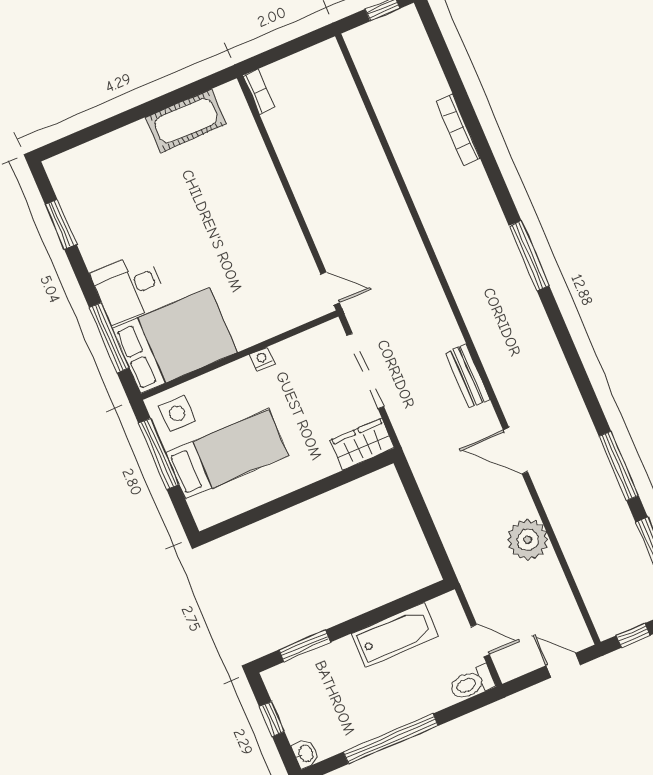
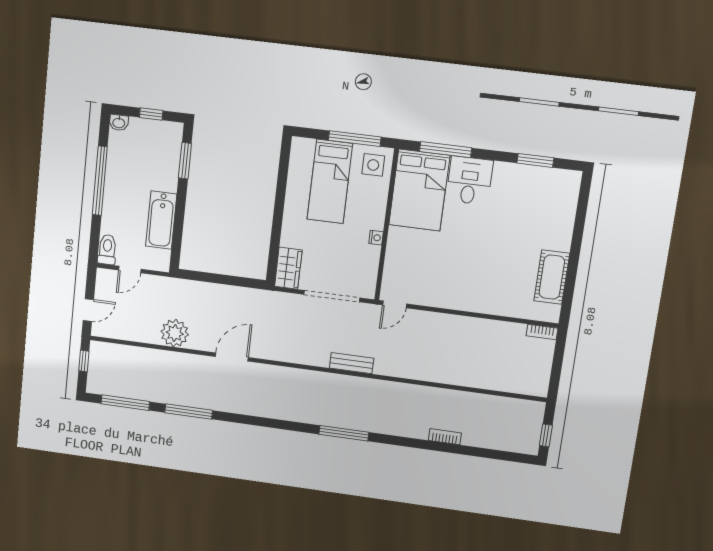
bookcase: (458, 129) -> (445, 437), width x0.64
bench: (467, 376) -> (352, 363), moved

